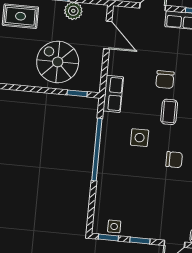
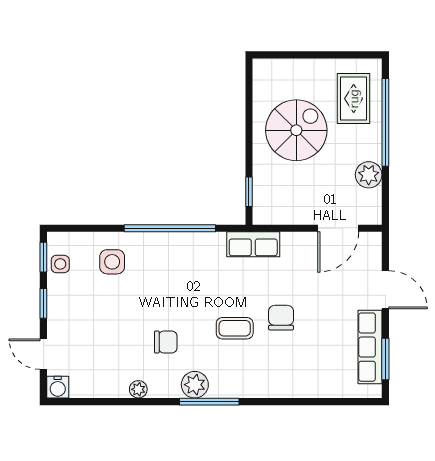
spiral stairs: (58, 62) -> (296, 130), moved
chair: (165, 80) -> (281, 318), turned 90
side table: (140, 138) -> (112, 262), moved
chair: (174, 160) -> (166, 342), turned -90

